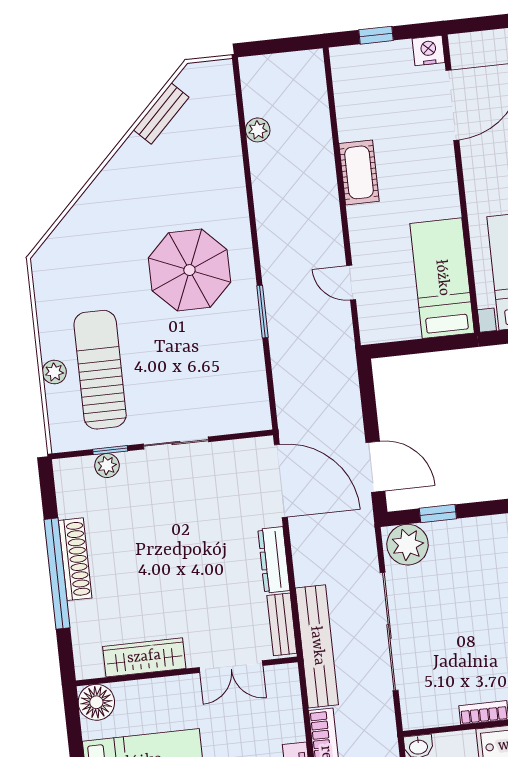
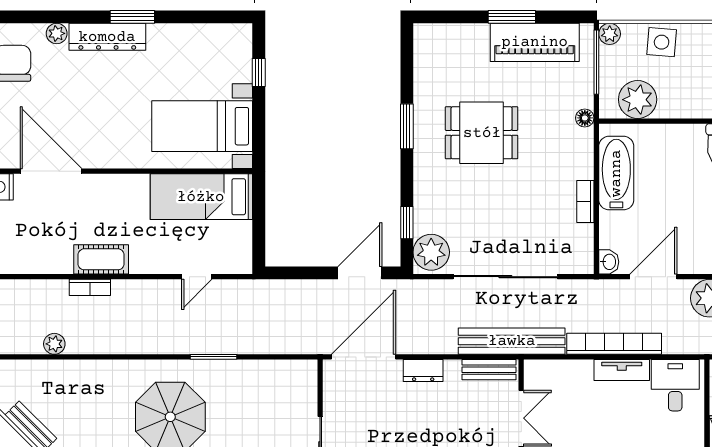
bookcase: (326, 163) -> (90, 287), added
dresser: (274, 560) -> (423, 371), width x0.70

